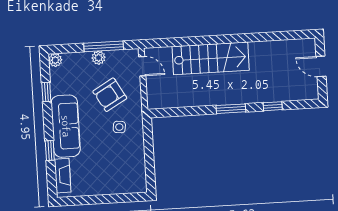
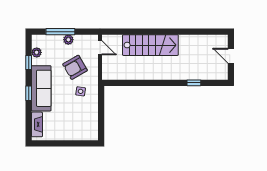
window: (104, 46) -> (60, 32), moved
plant: (55, 60) -> (37, 52), moved
window: (231, 109) -> (163, 83), removed
window: (50, 150) -> (29, 93), moved

